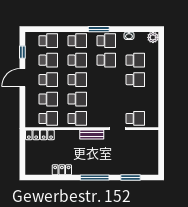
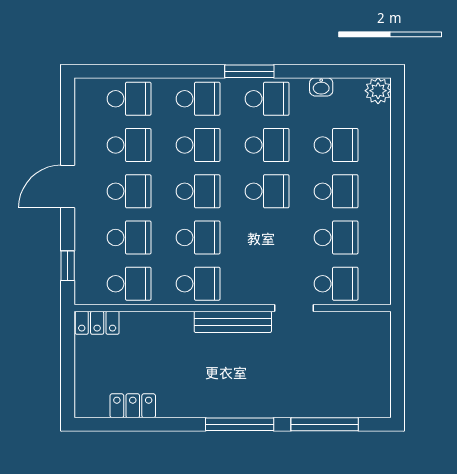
window: (22, 52) -> (68, 266), moved
school desk: (106, 80) -> (267, 191), added
school desk: (135, 99) -> (336, 237), added
locker: (40, 135) -> (97, 323), width x0.66
bench: (92, 135) -> (233, 322), width x1.36
locker: (62, 170) -> (133, 406), moved
window: (130, 178) -> (325, 424), width x1.44

